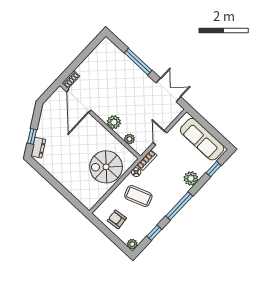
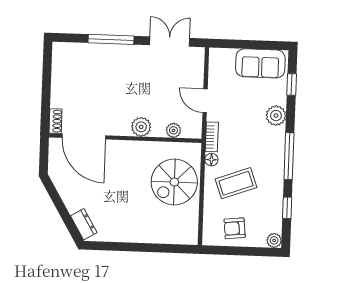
window: (32, 136) -> (67, 218), removed
sofa: (202, 139) -> (260, 63), width x0.73

